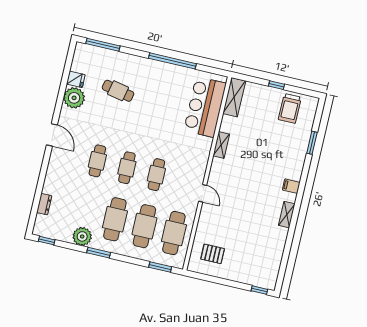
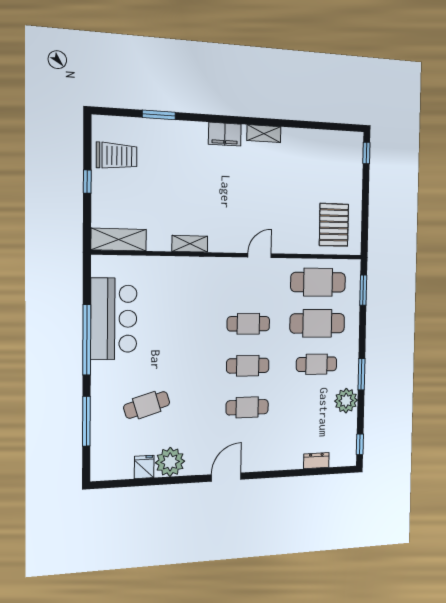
window: (103, 45) -> (86, 421), moved
cafe table: (118, 91) -> (147, 405), turned 61
bar counter: (205, 107) -> (114, 319), moved, turned -90
filing cabinet: (291, 186) -> (225, 134), width x2.00
cafe table: (115, 219) -> (317, 364), width x0.73, depth x0.74
pallet: (213, 254) -> (334, 225), width x1.50, depth x1.42

